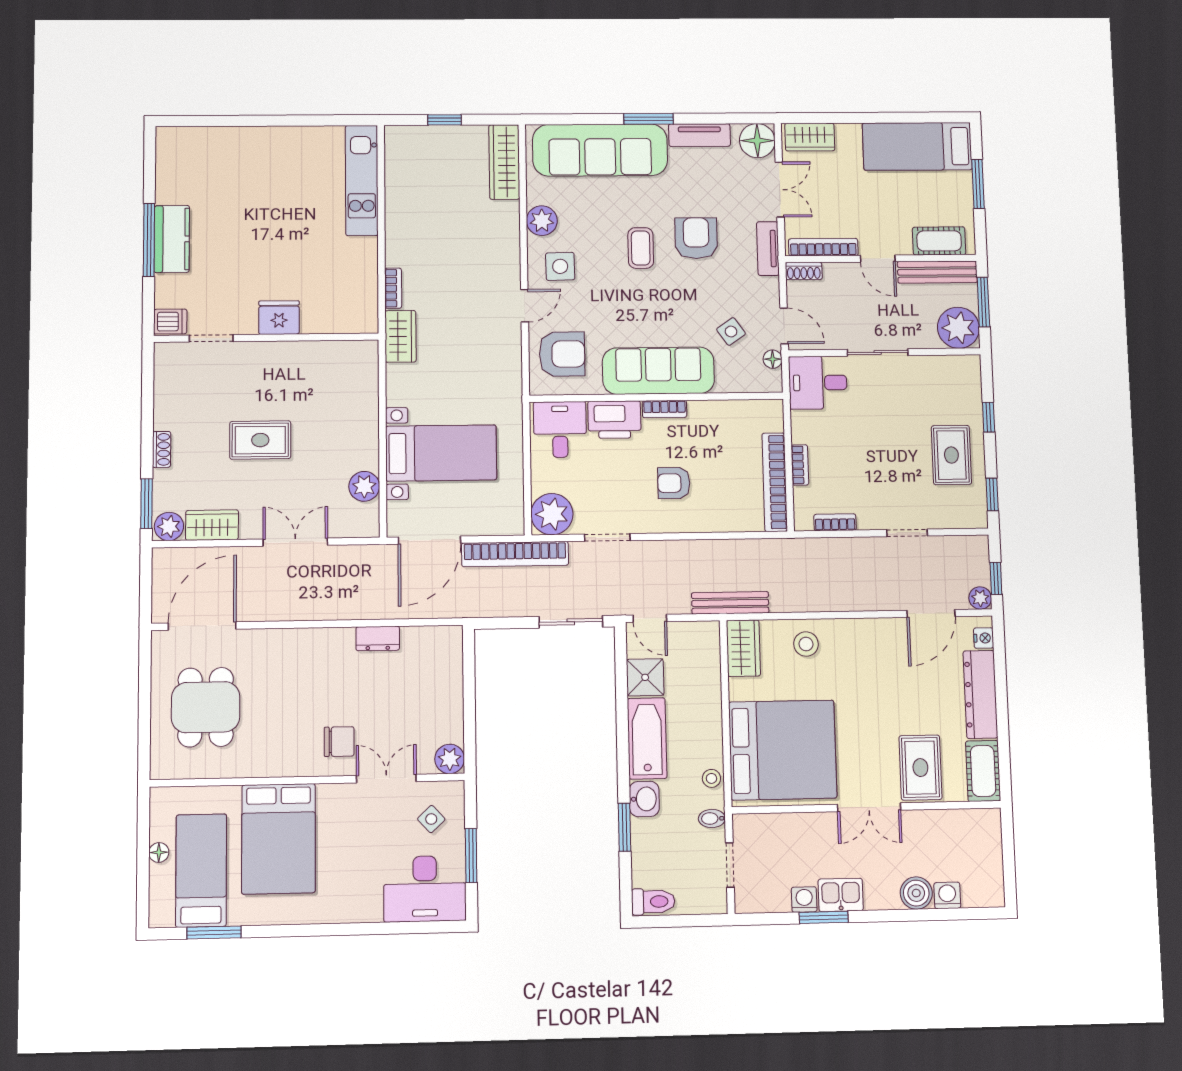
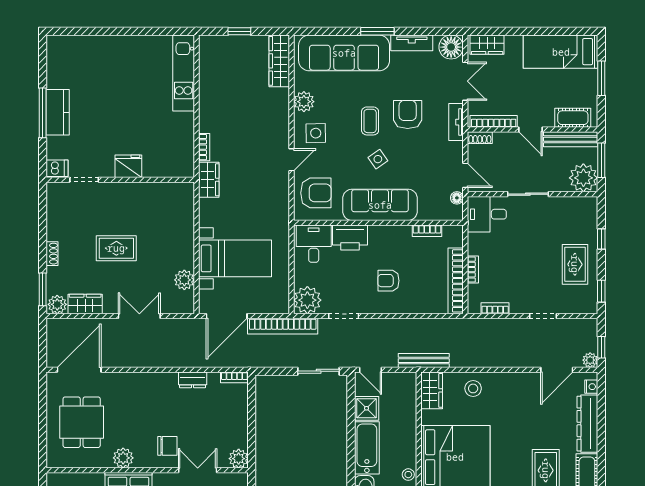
side table: (731, 332) -> (378, 159), moved
bookcase: (665, 409) -> (427, 231), moved
bookcase: (442, 634) -> (234, 377), added
plant: (270, 762) -> (123, 458), added

